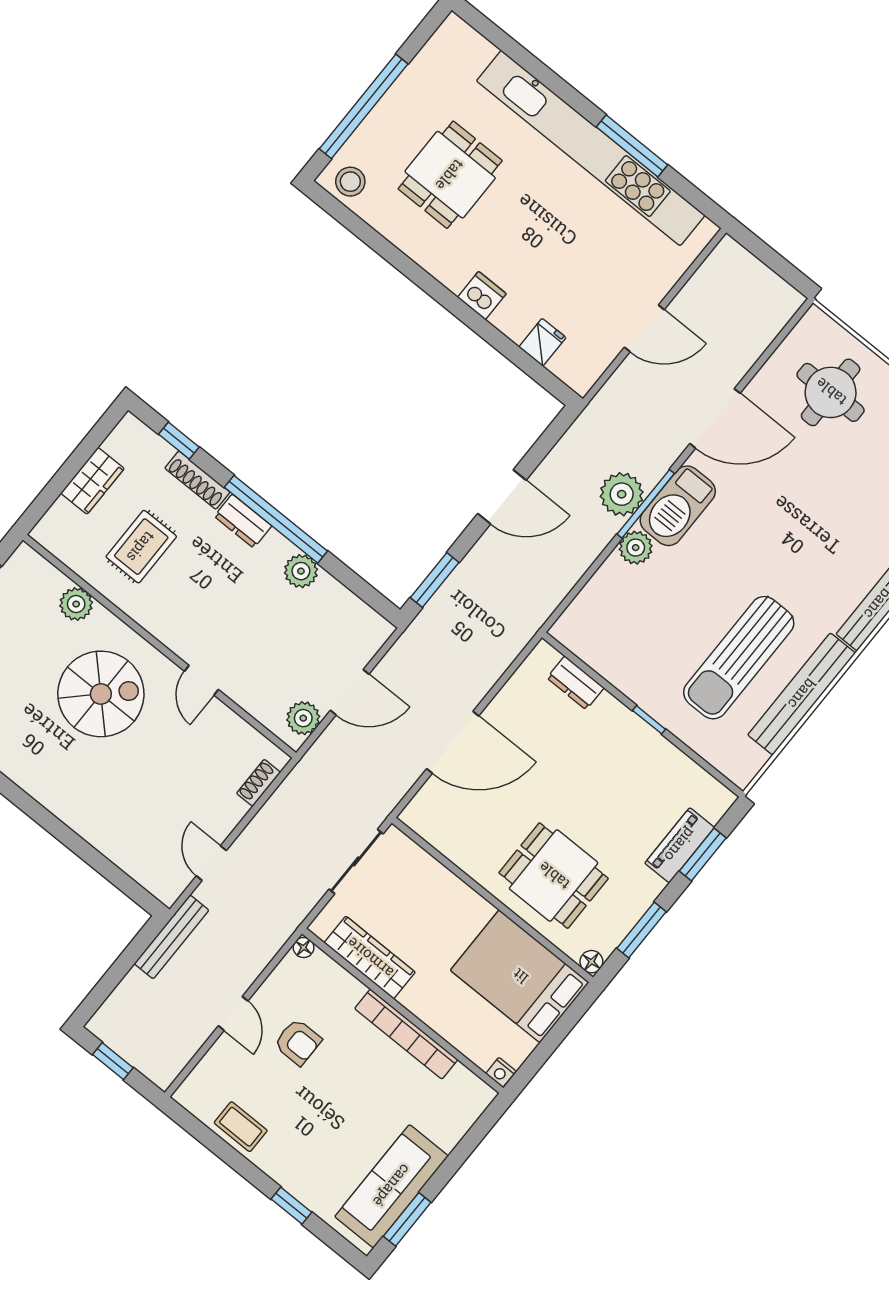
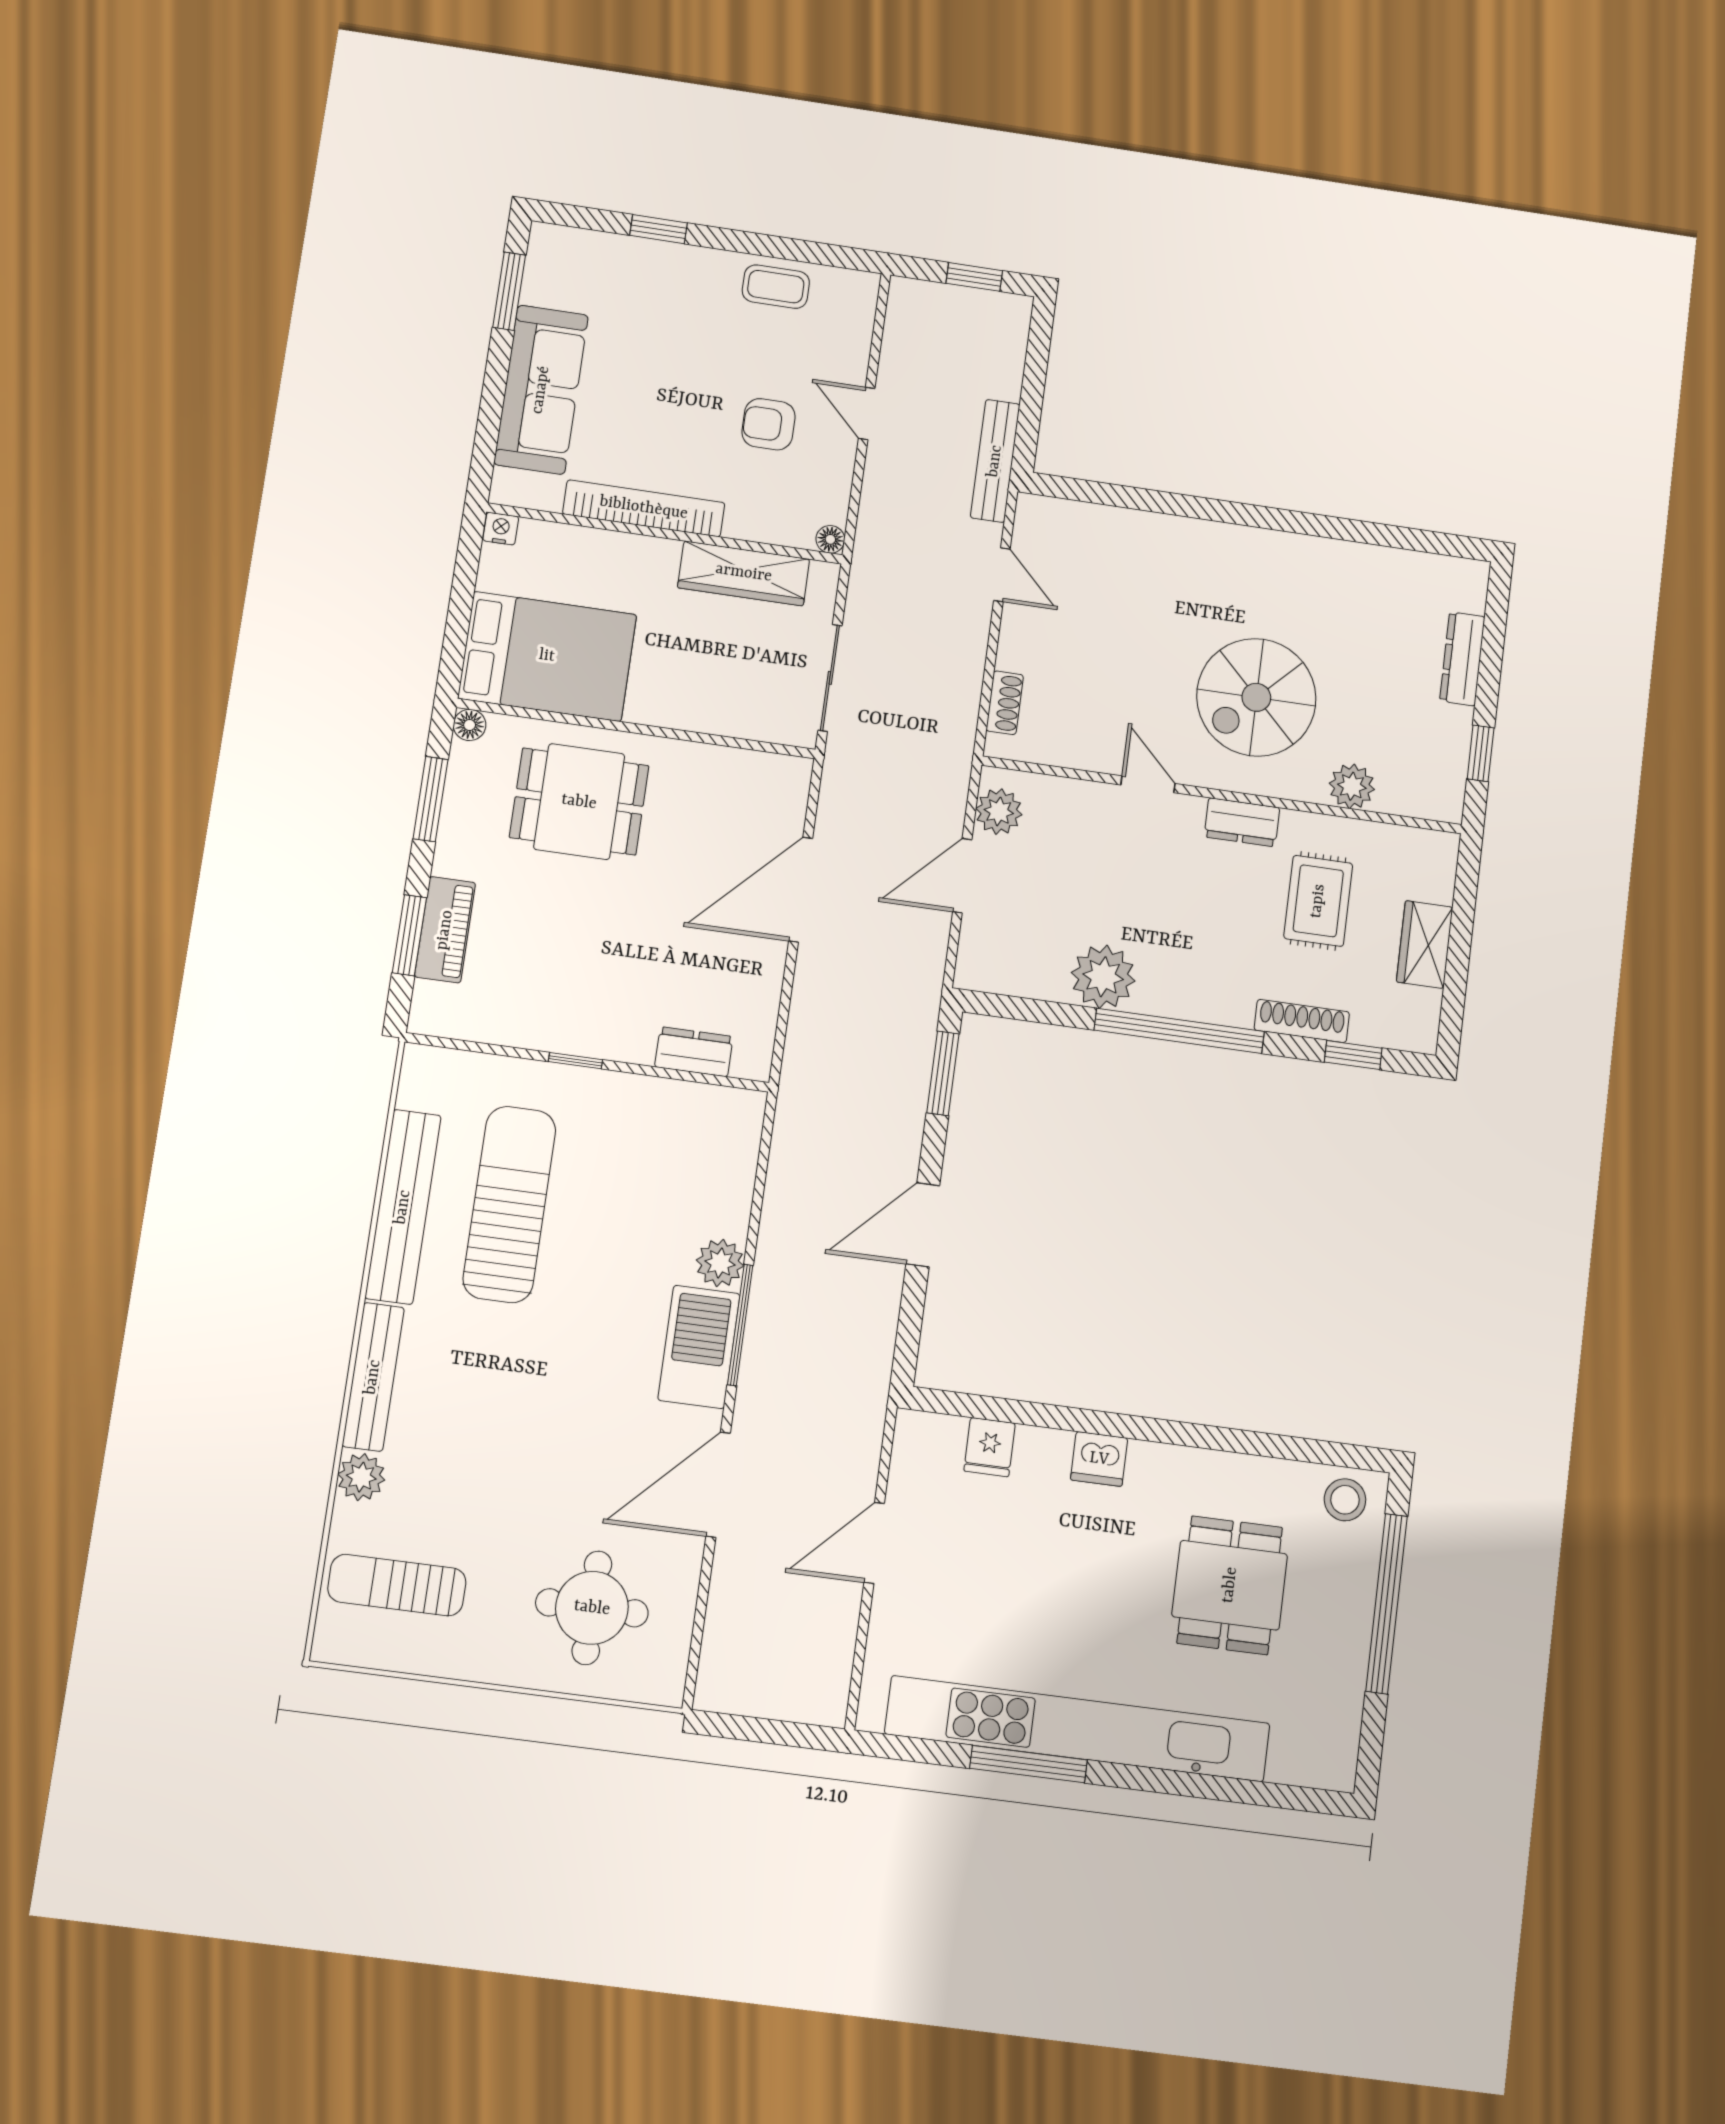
plant: (622, 494) -> (777, 1319), removed
dresser: (243, 521) -> (1242, 822), moved, turned 180
plant: (301, 571) -> (1103, 977), width x1.36, depth x1.36
sofa: (392, 1186) -> (541, 390), moved

